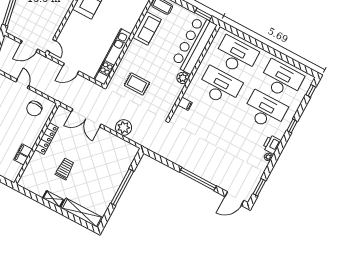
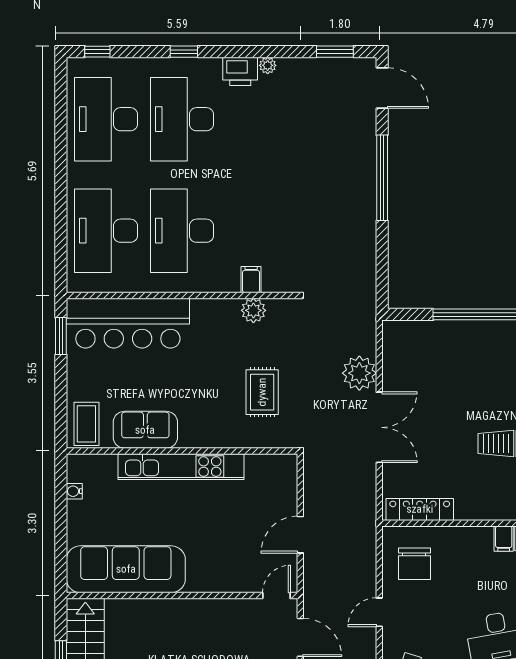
kitchen unit: (113, 57) -> (181, 467), moved
door: (71, 69) -> (300, 535), swing flipped
plant: (183, 78) -> (253, 310), moved
chair: (34, 109) -> (414, 564), turned 90
double door: (86, 118) -> (379, 427), moved
locker: (47, 138) -> (420, 509), moved

